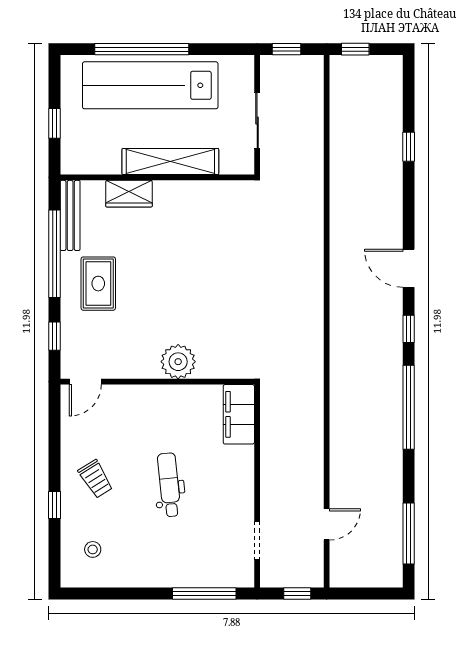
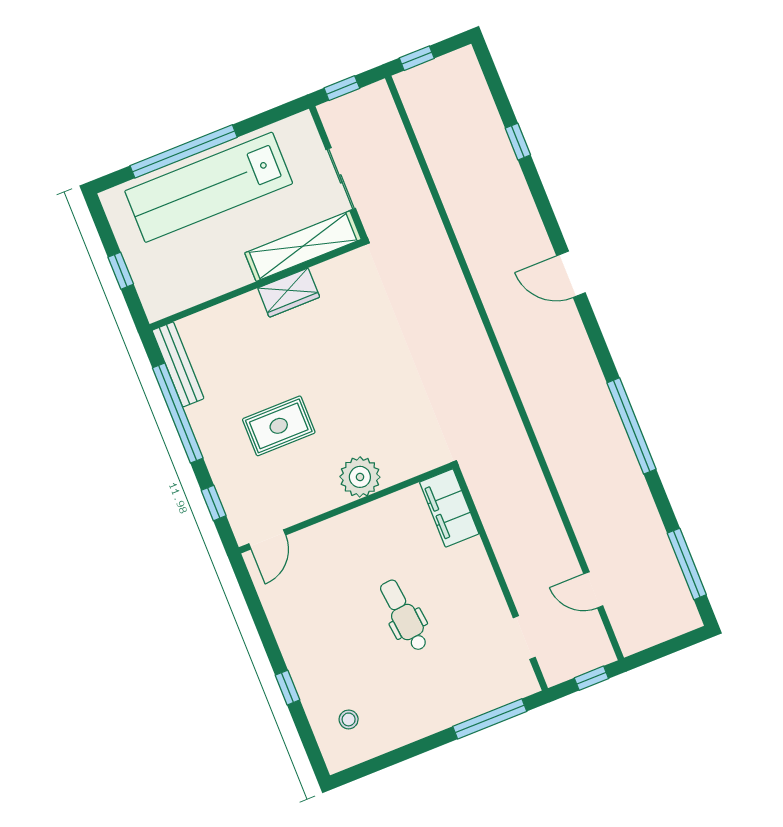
shelving: (170, 162) -> (303, 246), moved
wardrobe: (129, 194) -> (289, 293), moved
rug: (98, 284) -> (279, 426), moved, turned 90
window: (409, 329) -> (597, 340), removed
trolley: (96, 479) -> (321, 641), removed
door: (327, 524) -> (593, 590), swing flipped

